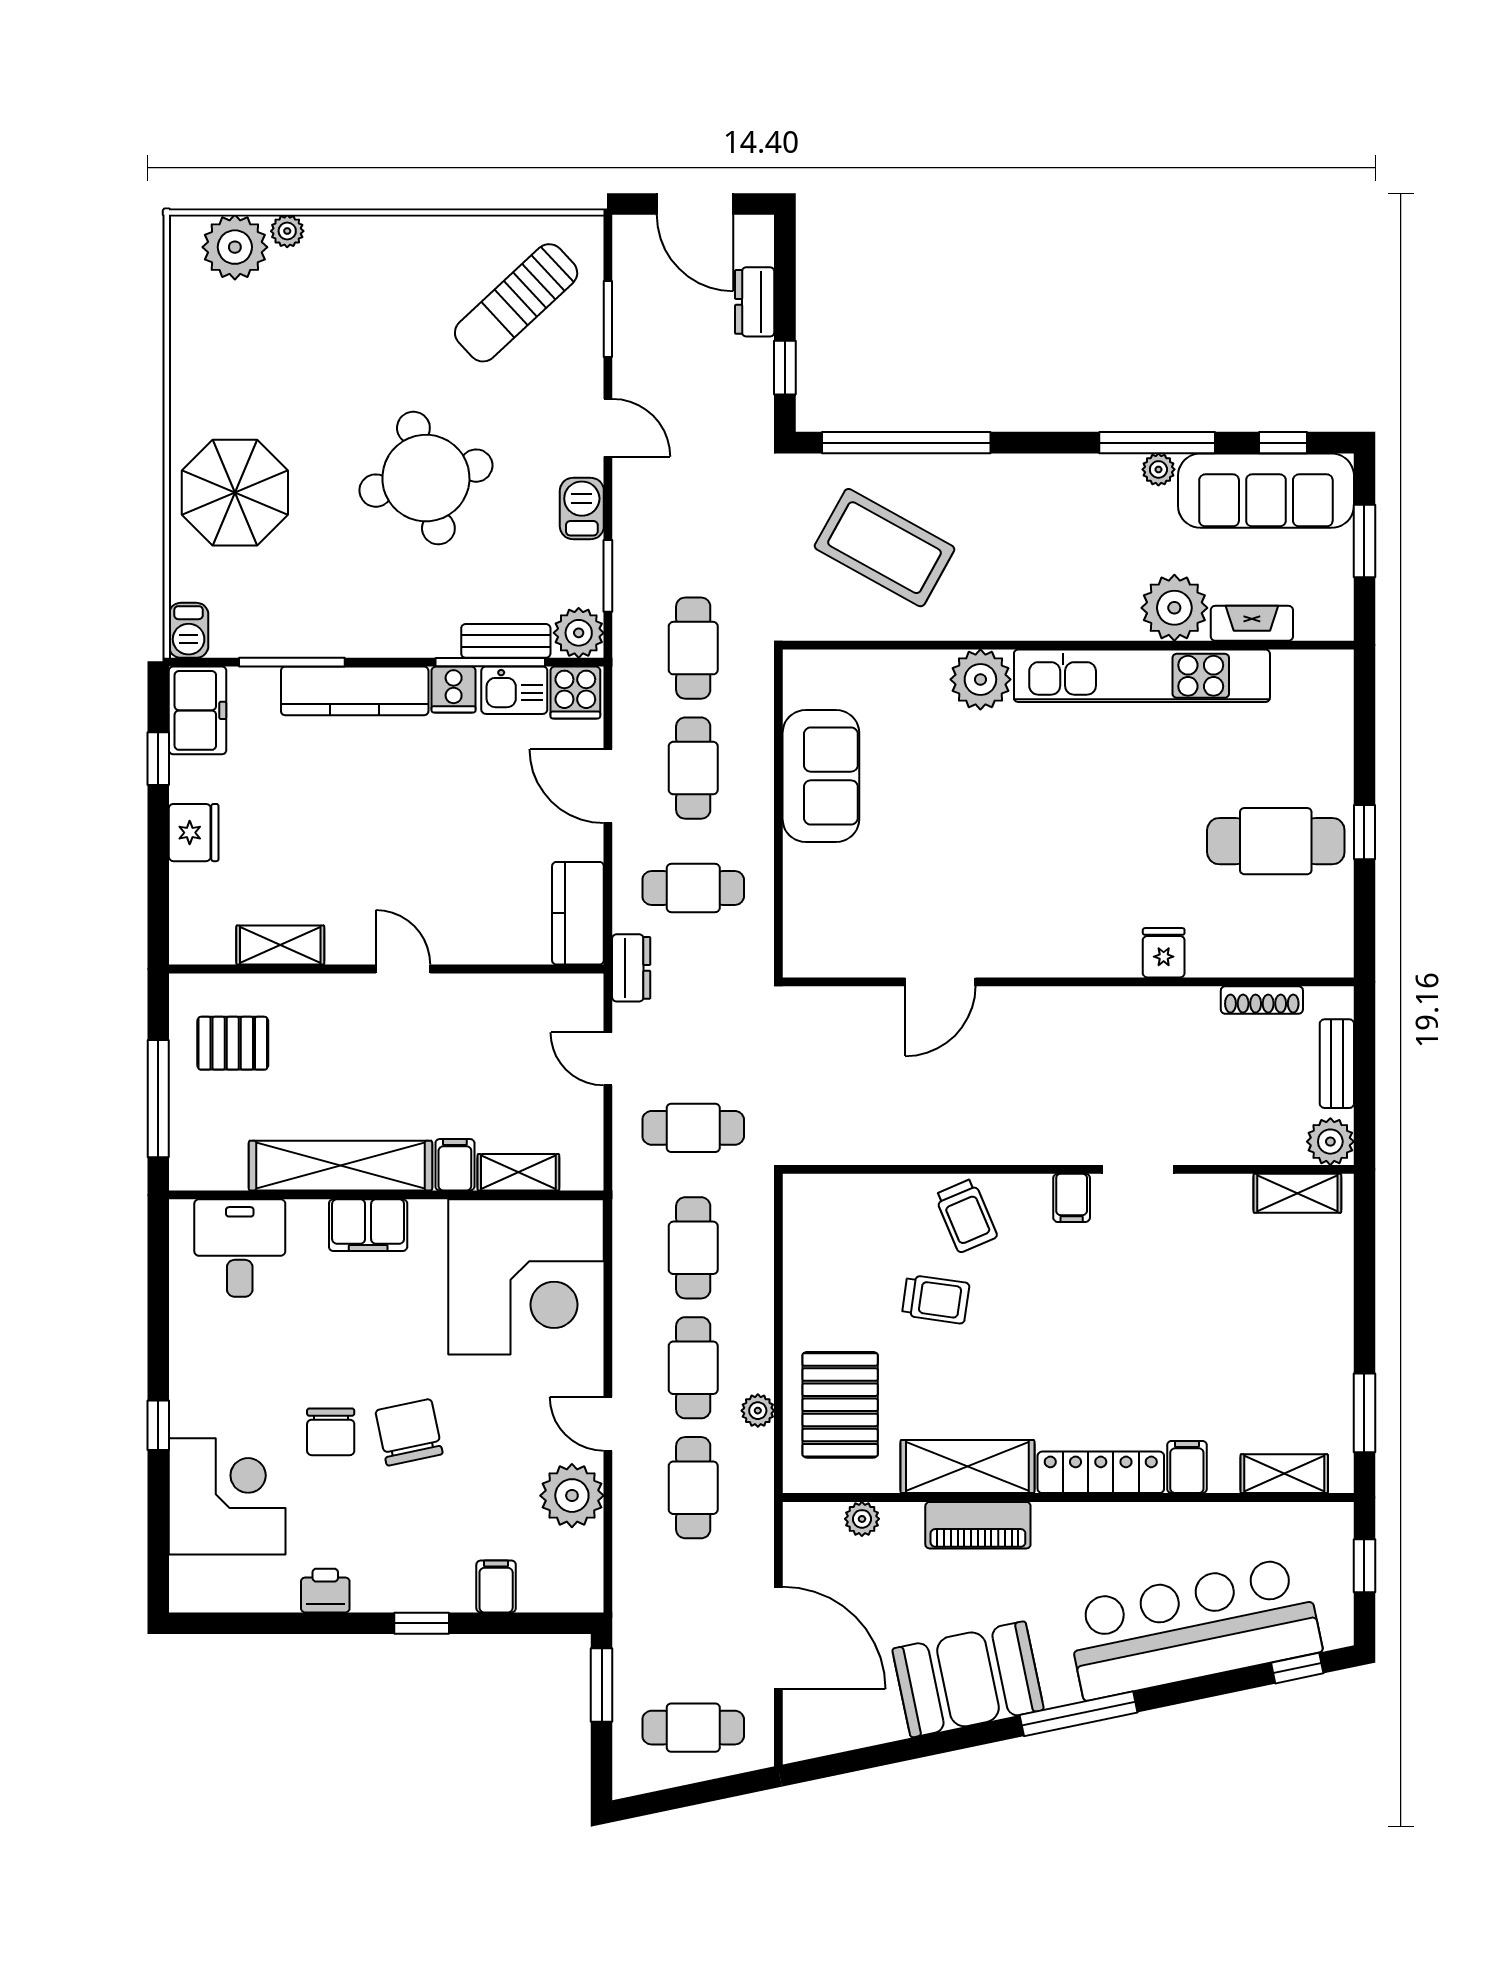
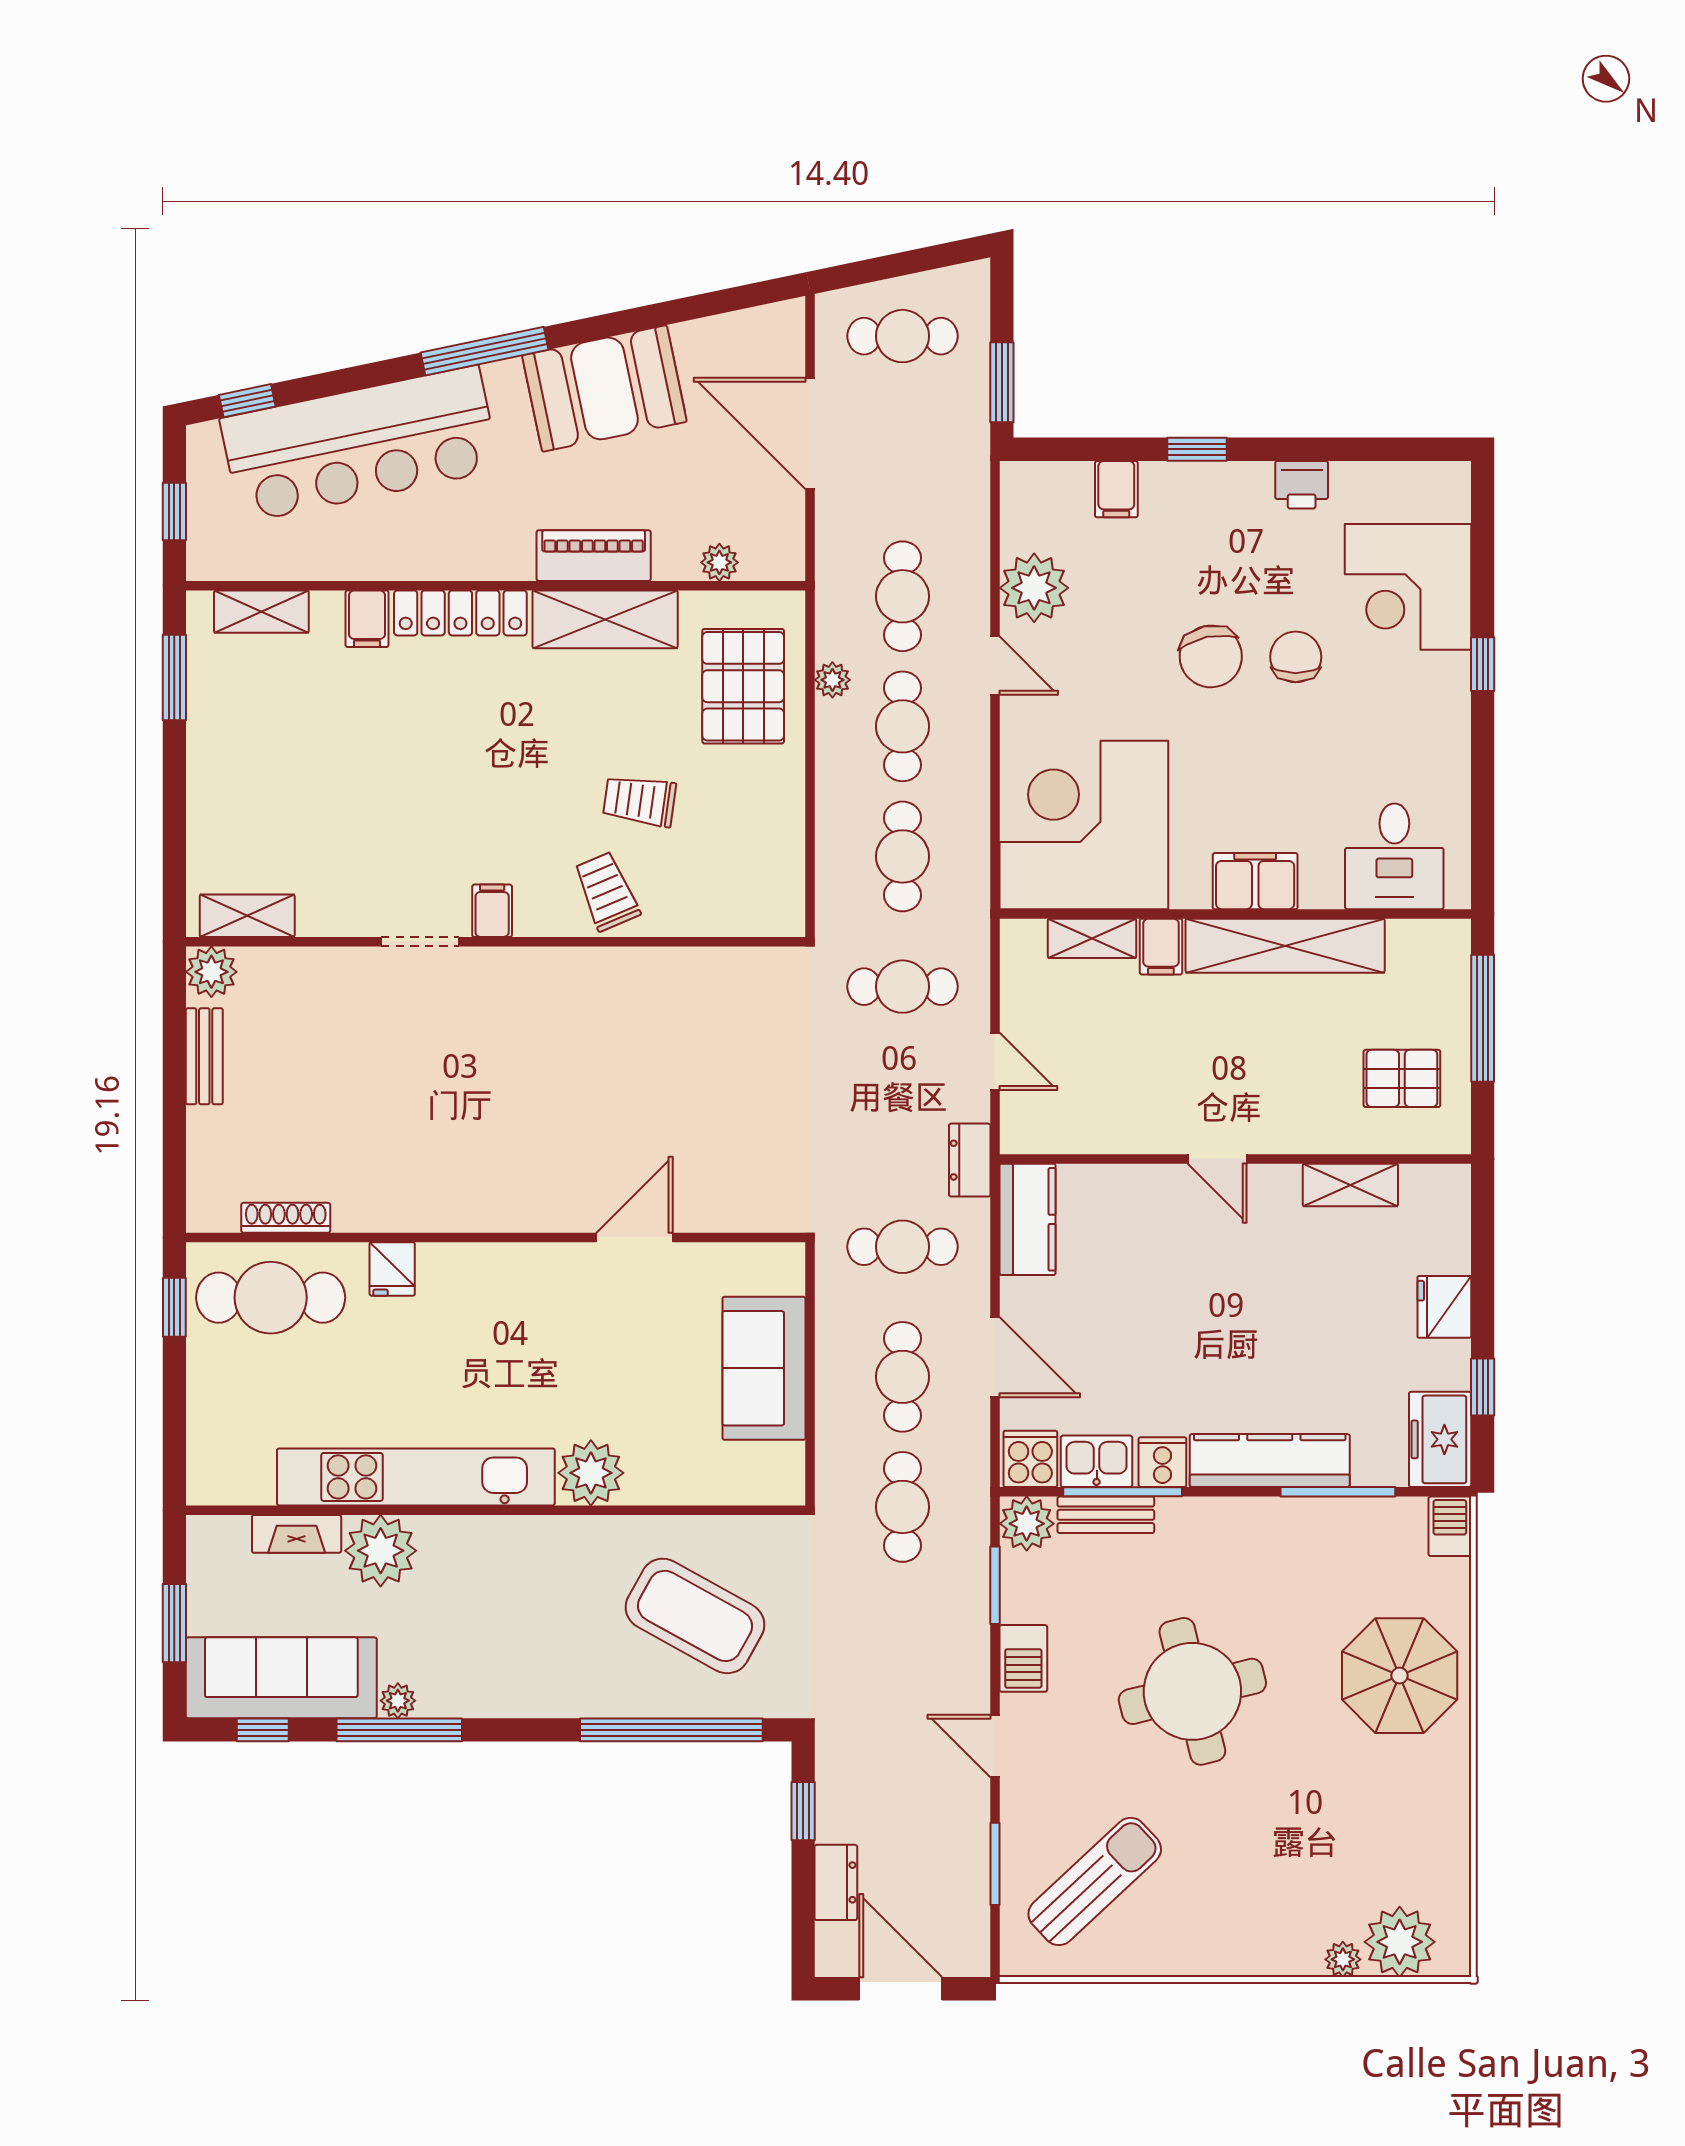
fridge: (1164, 953) -> (392, 1269), moved
door: (940, 982) -> (635, 1237), moved
wall: (1068, 982) -> (496, 1237), moved
shoe rack: (1262, 1000) -> (286, 1218), moved

